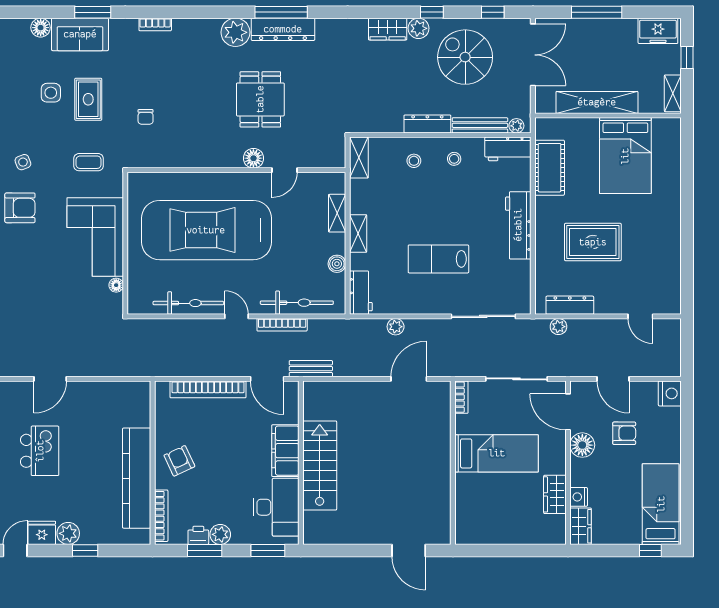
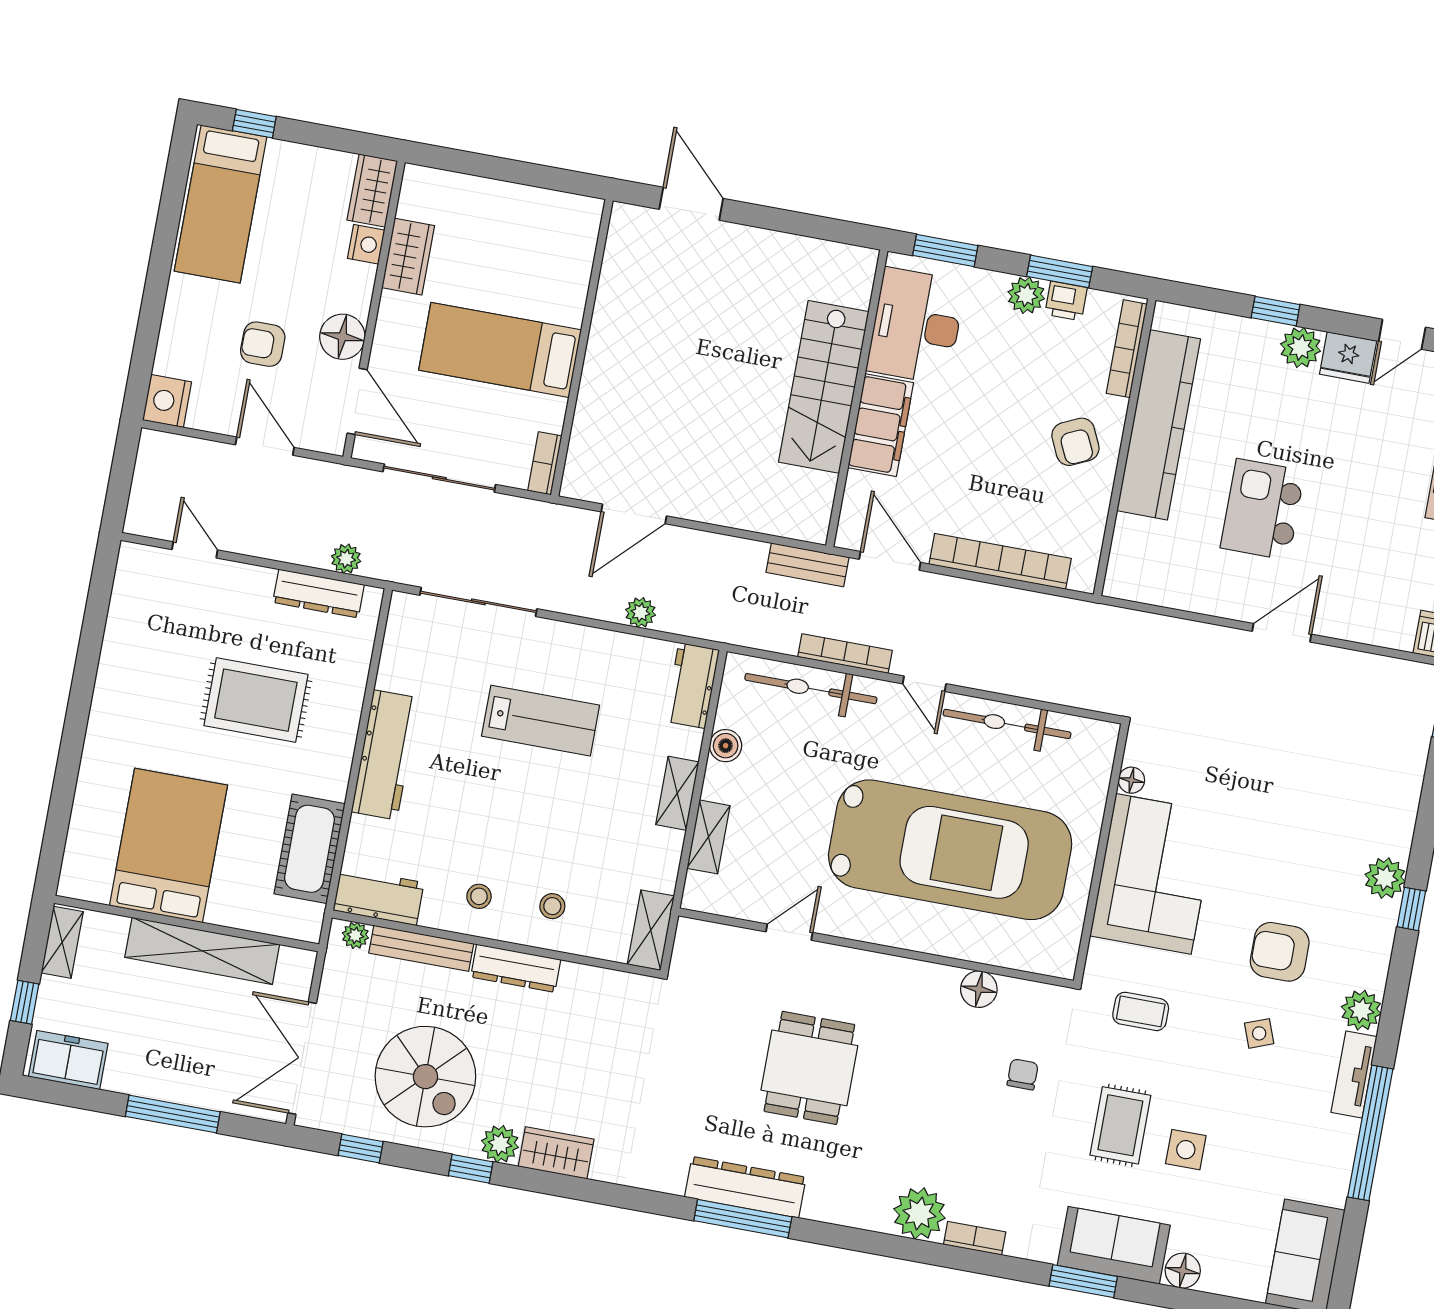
plant: (235, 32) -> (919, 1213), moved
floor lamp: (253, 158) -> (979, 989), moved
kitchen island: (40, 451) -> (1263, 509), moved

